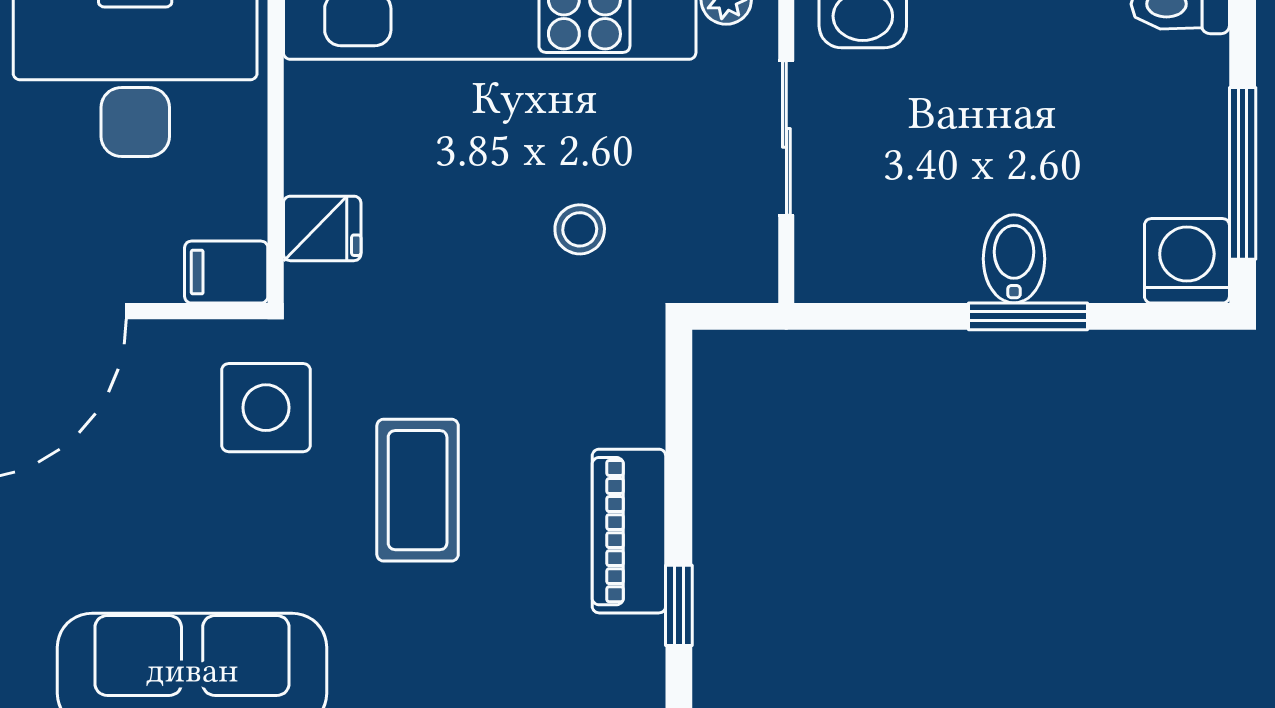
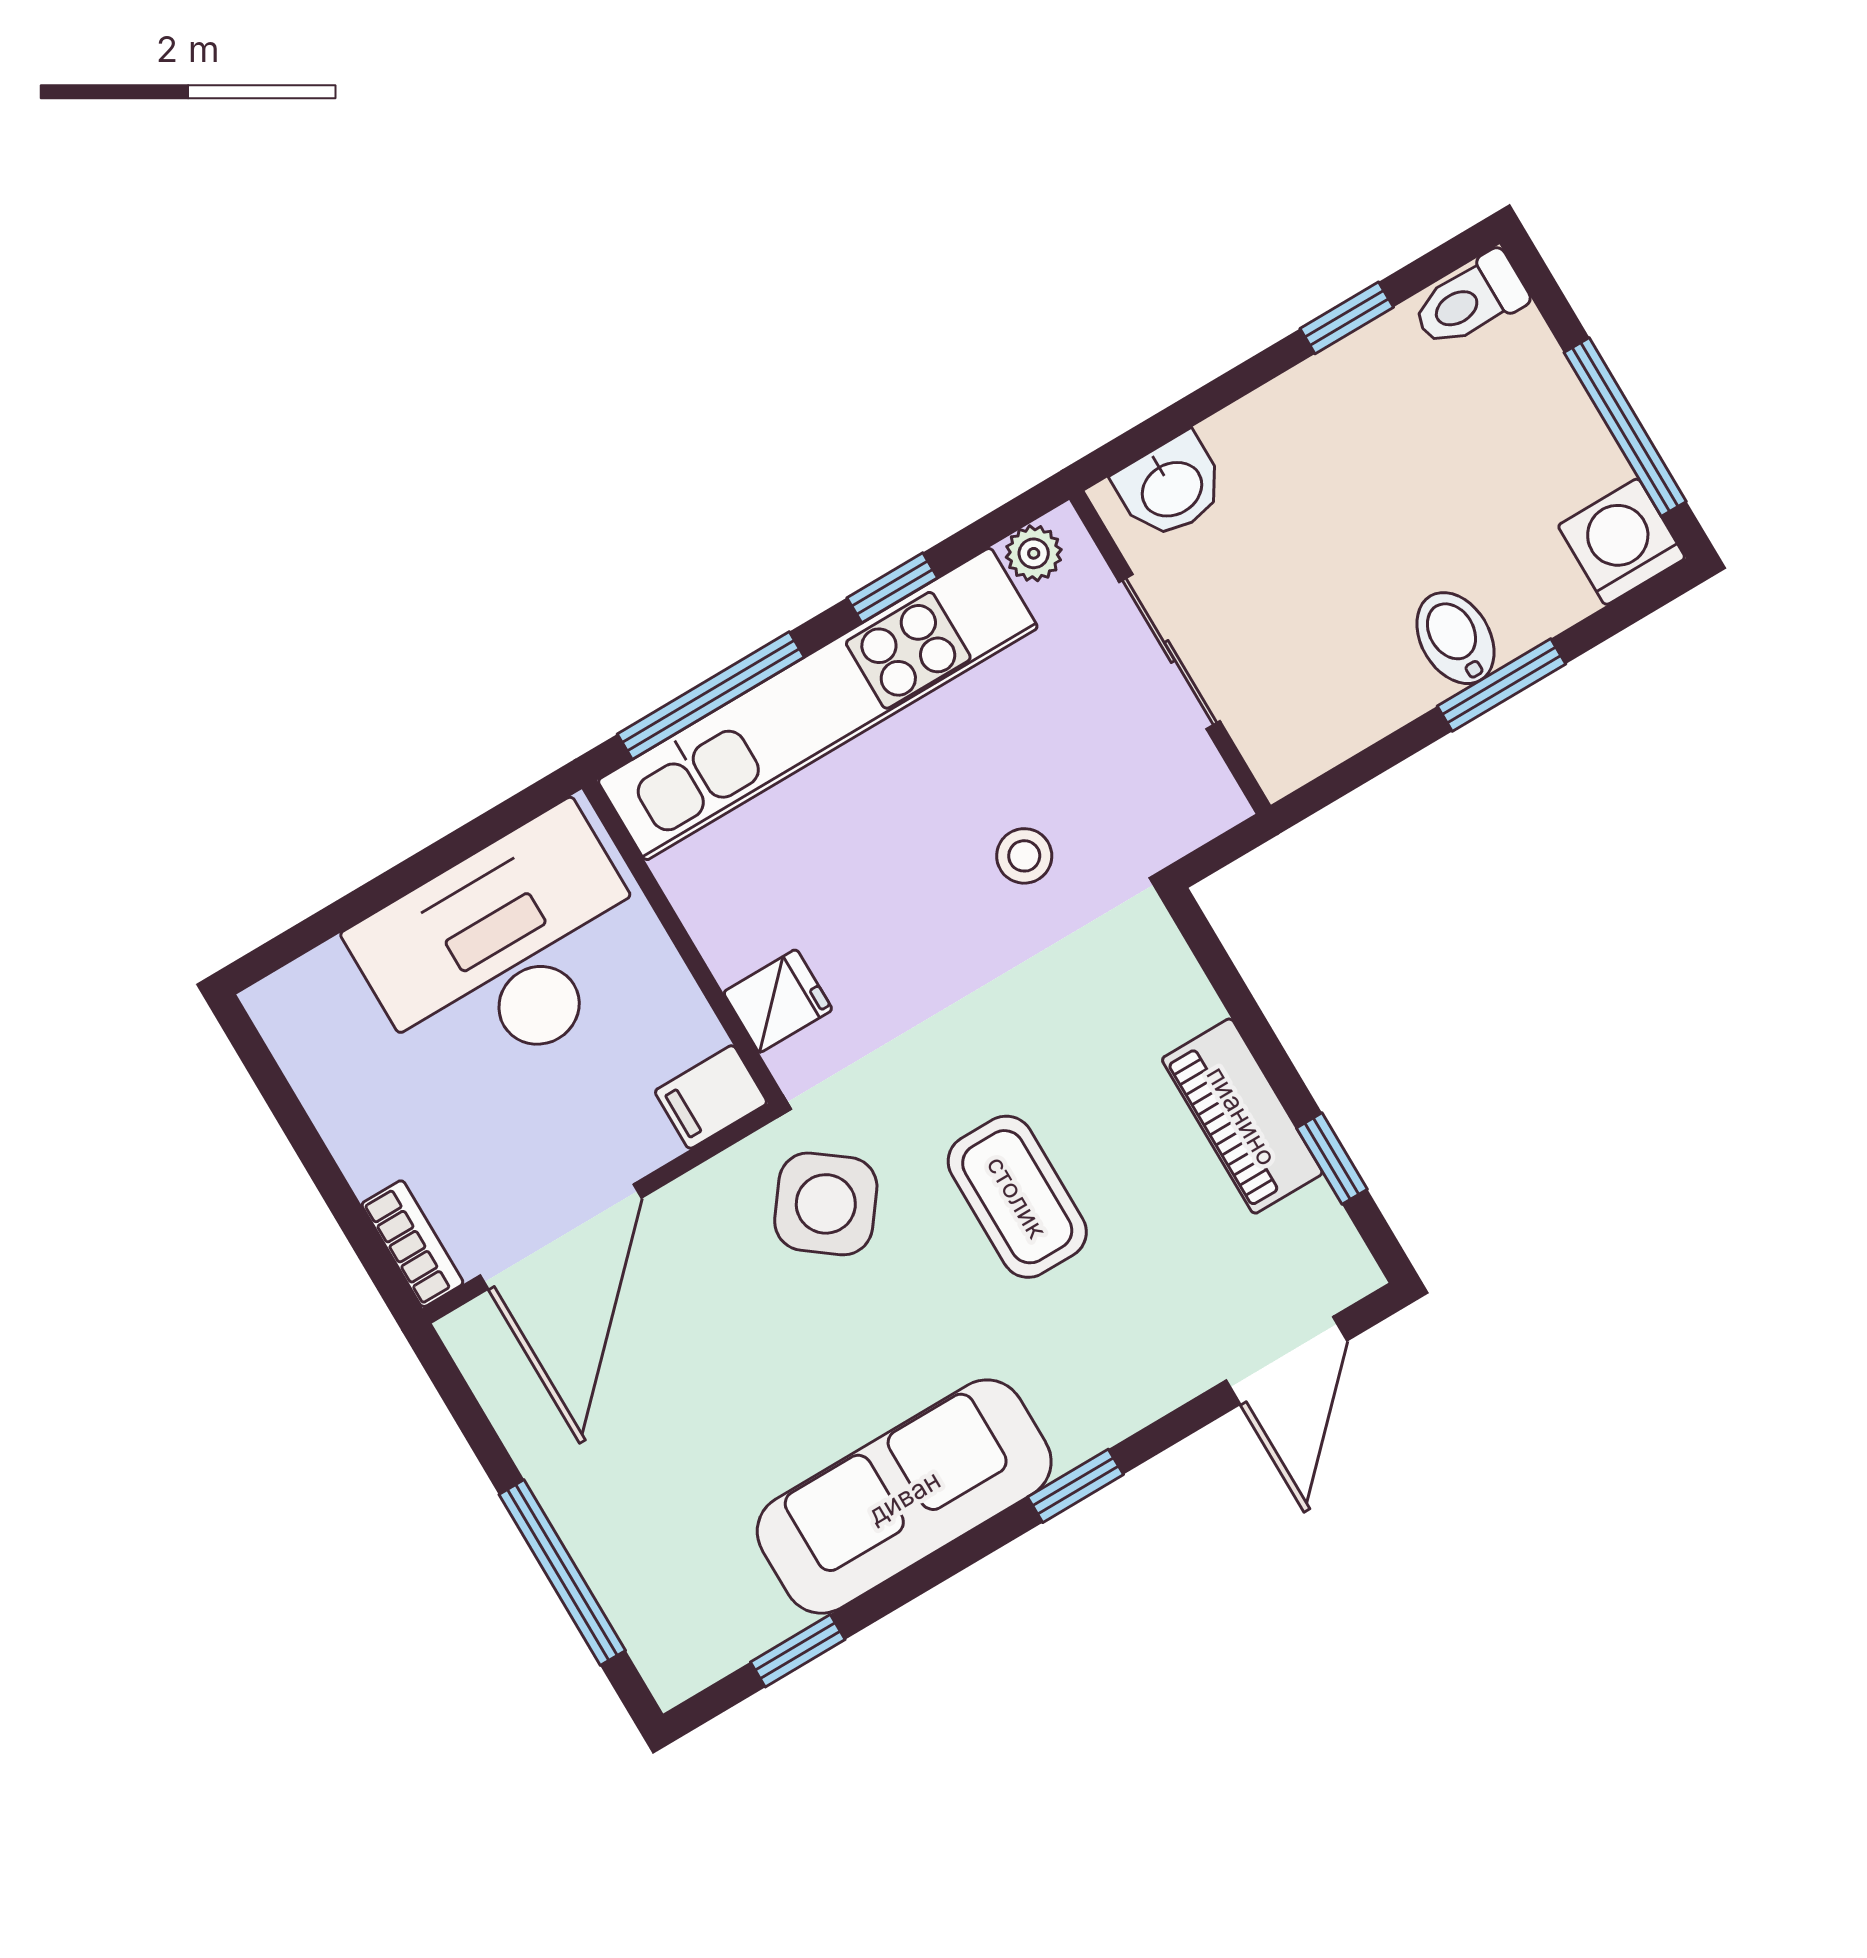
side table: (266, 408) -> (826, 1204), turned 37

